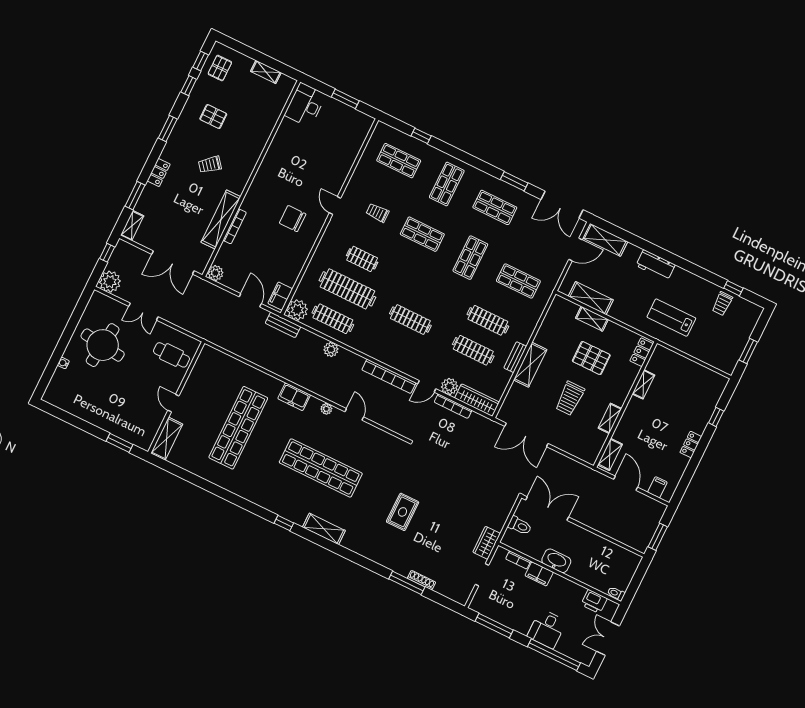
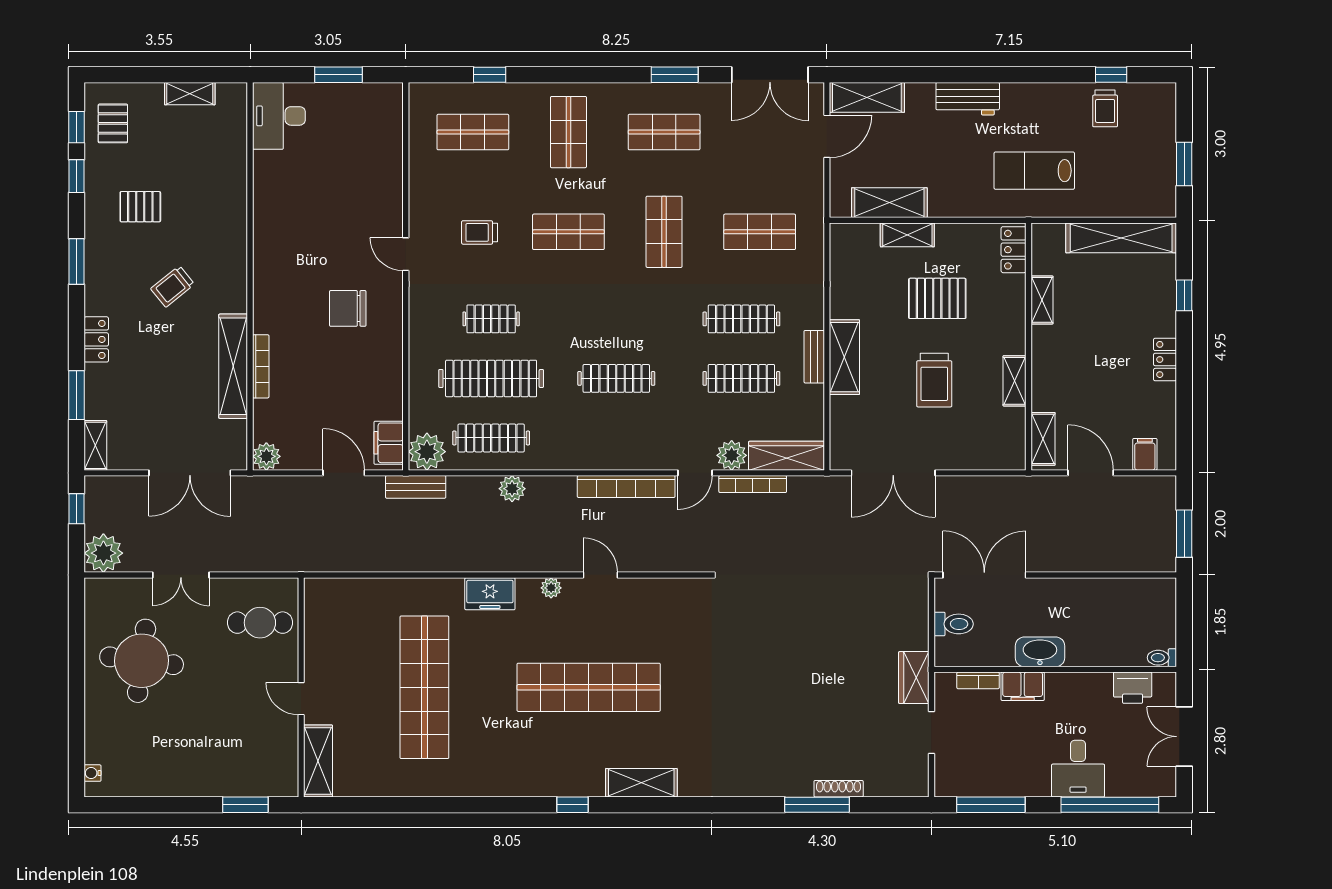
water cooler: (63, 363) -> (92, 773), moved
shelving: (699, 373) -> (1121, 238), added
rug: (403, 512) -> (755, 694), removed

